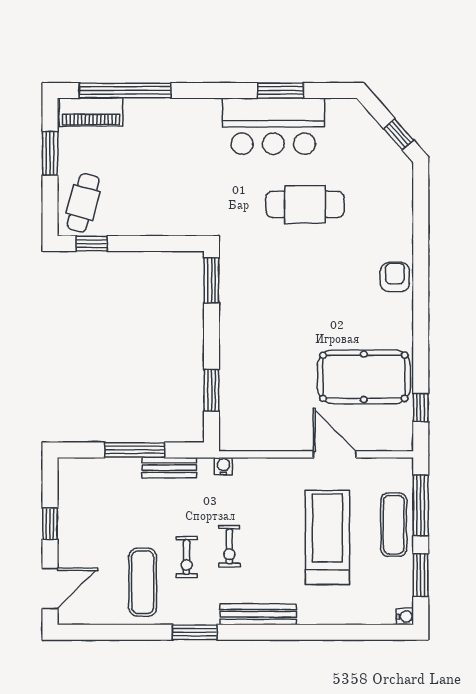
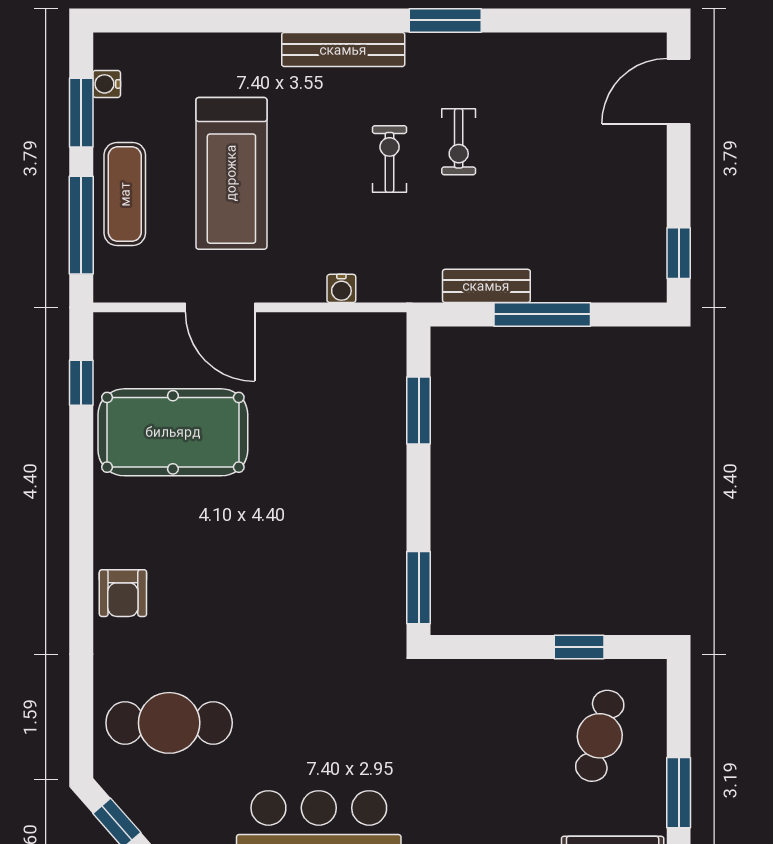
cafe table: (83, 203) -> (600, 736), moved
cafe table: (305, 204) -> (169, 723), moved
window: (92, 244) -> (579, 647), moved
water cooler: (223, 466) -> (341, 288), moved
window: (50, 524) -> (679, 253), moved
exercise bike: (187, 557) -> (459, 142), turned 180
exercise mat: (143, 582) -> (529, 101), removed
water cooler: (405, 617) -> (107, 84), moved

